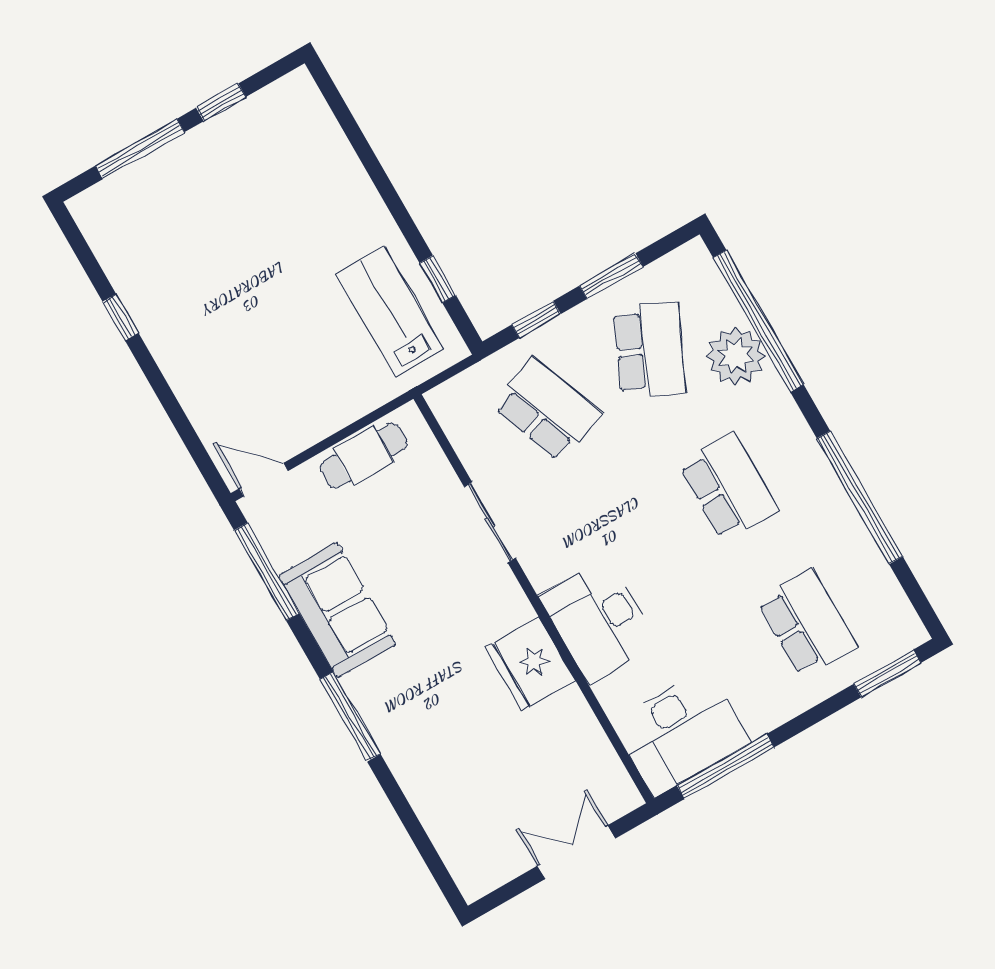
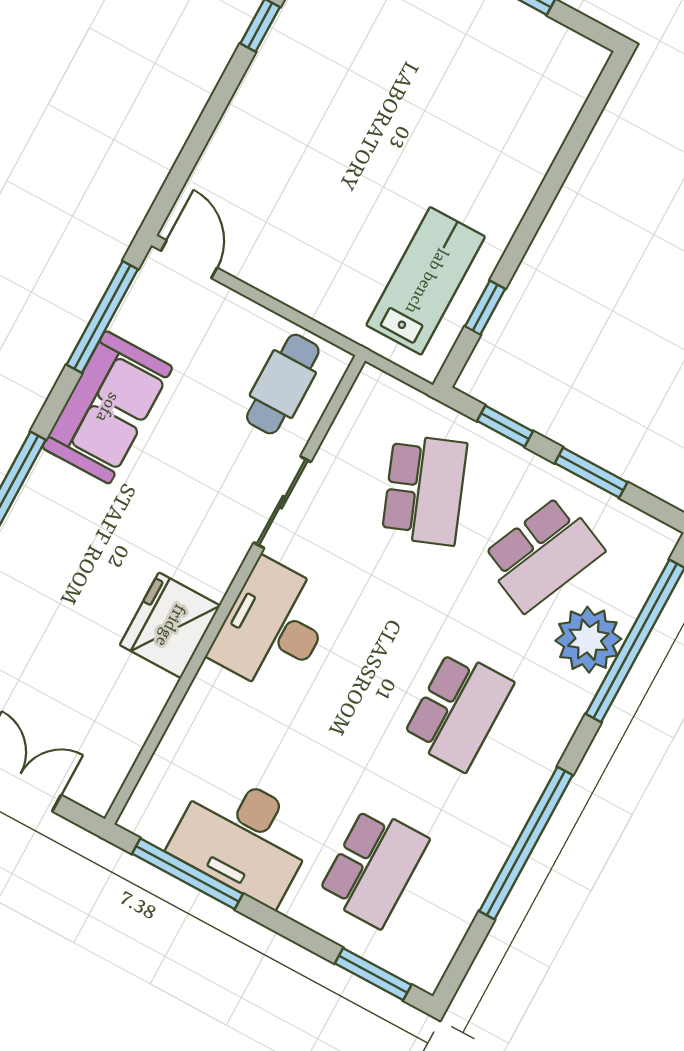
cafe table: (364, 456) -> (283, 384), moved, turned 90
desk: (599, 621) -> (273, 627), moved
desk: (681, 733) -> (243, 838), moved

